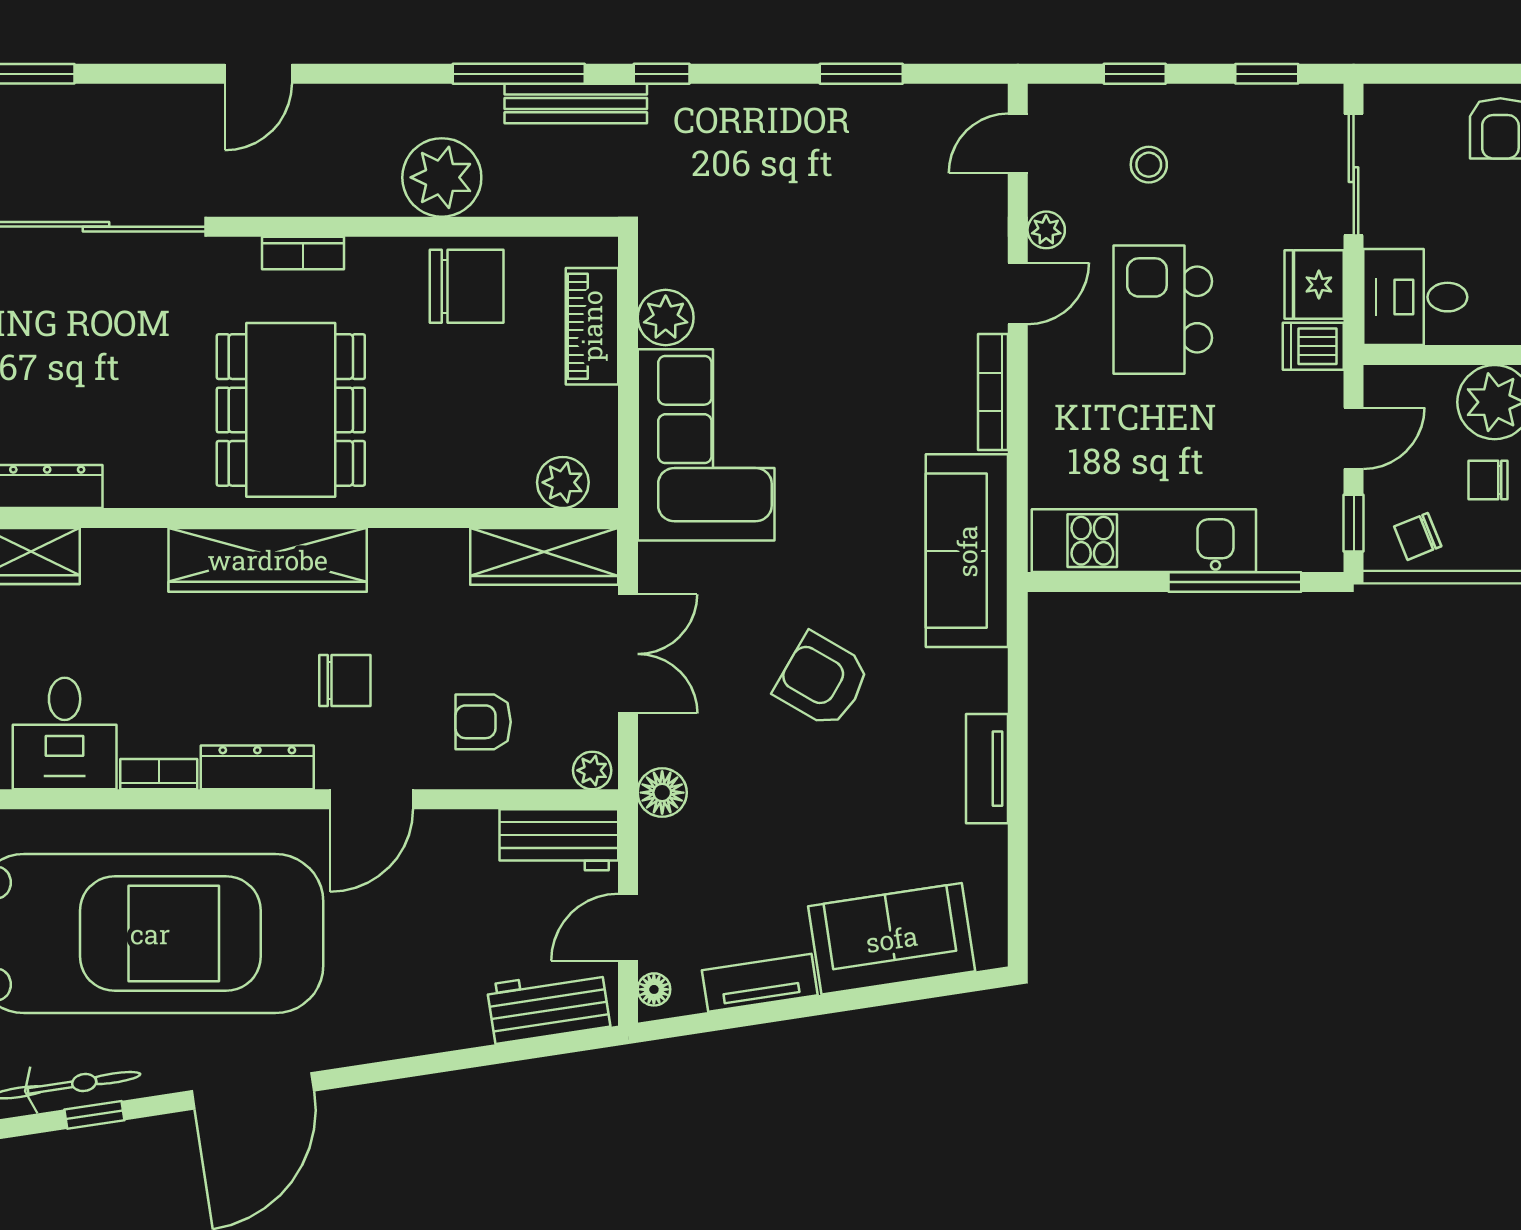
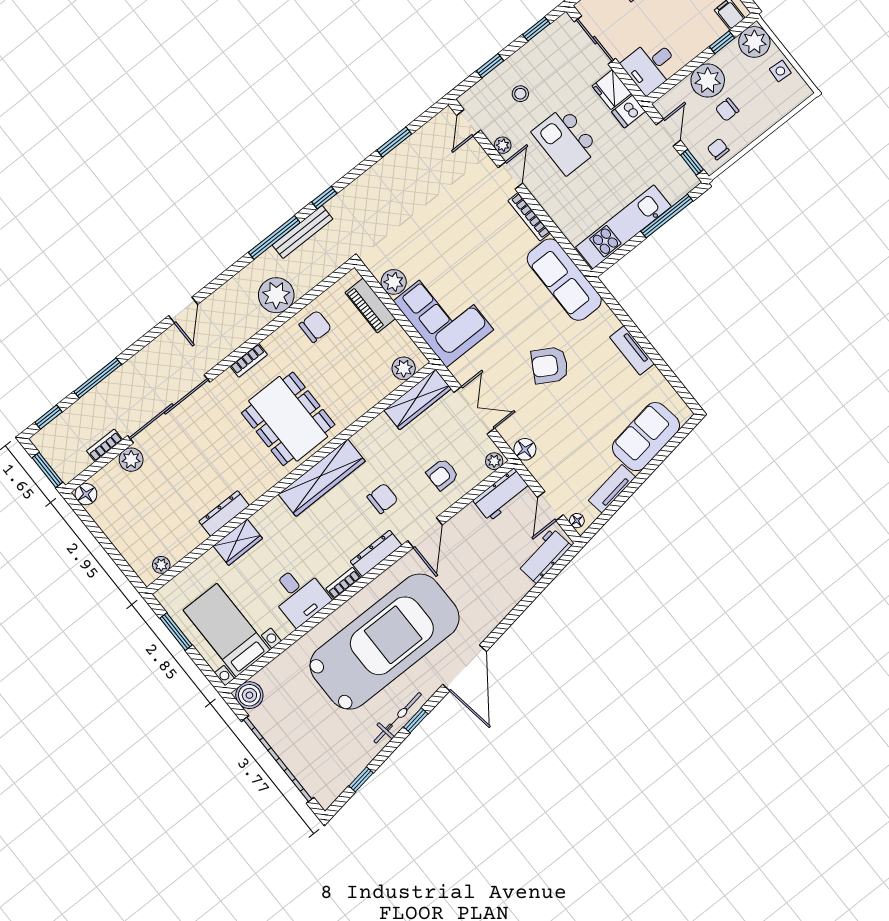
chair: (467, 286) -> (315, 326), width x0.73, depth x0.73
chair: (1418, 536) -> (718, 149), turned 112

